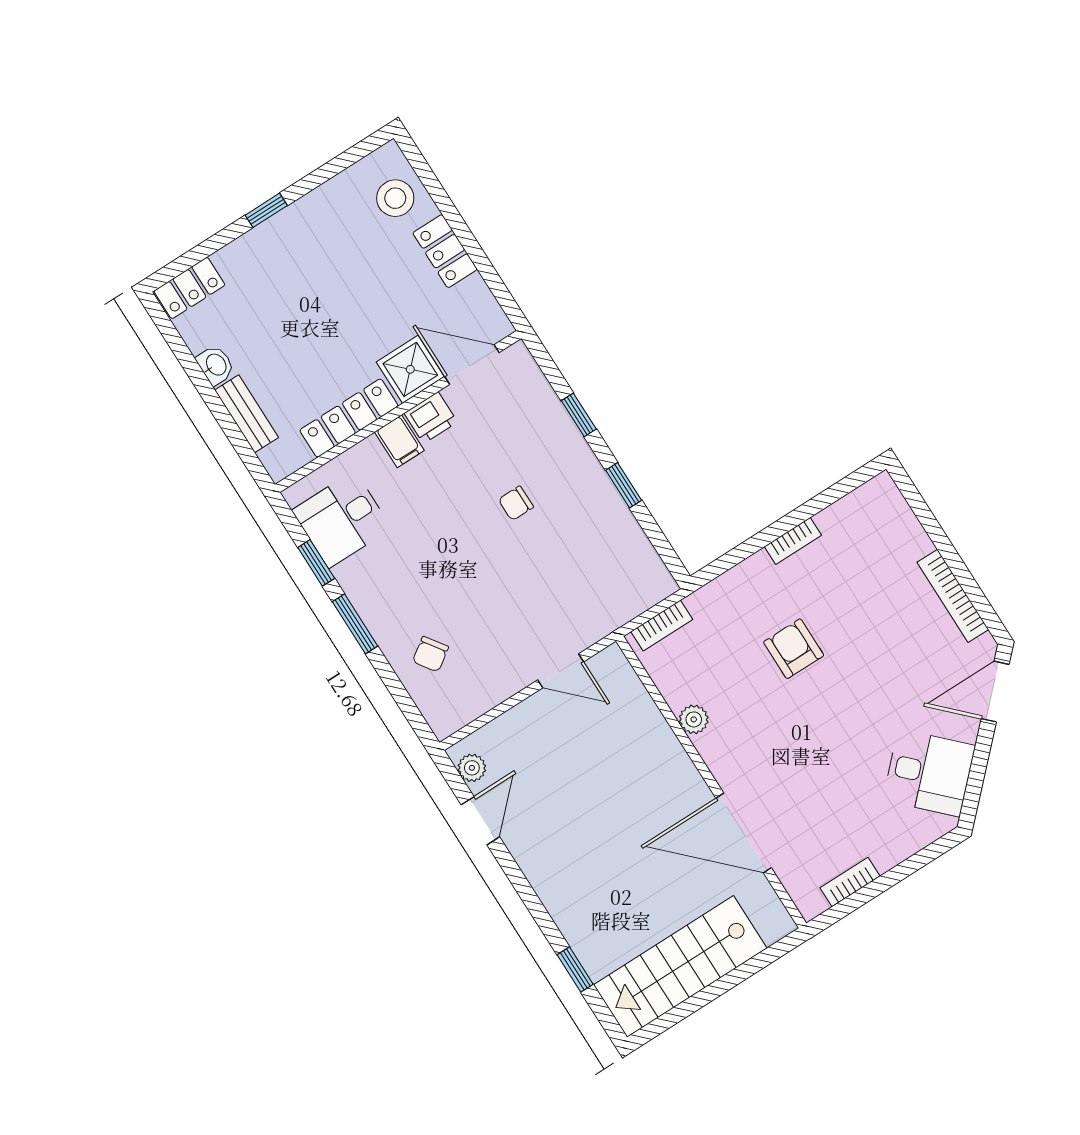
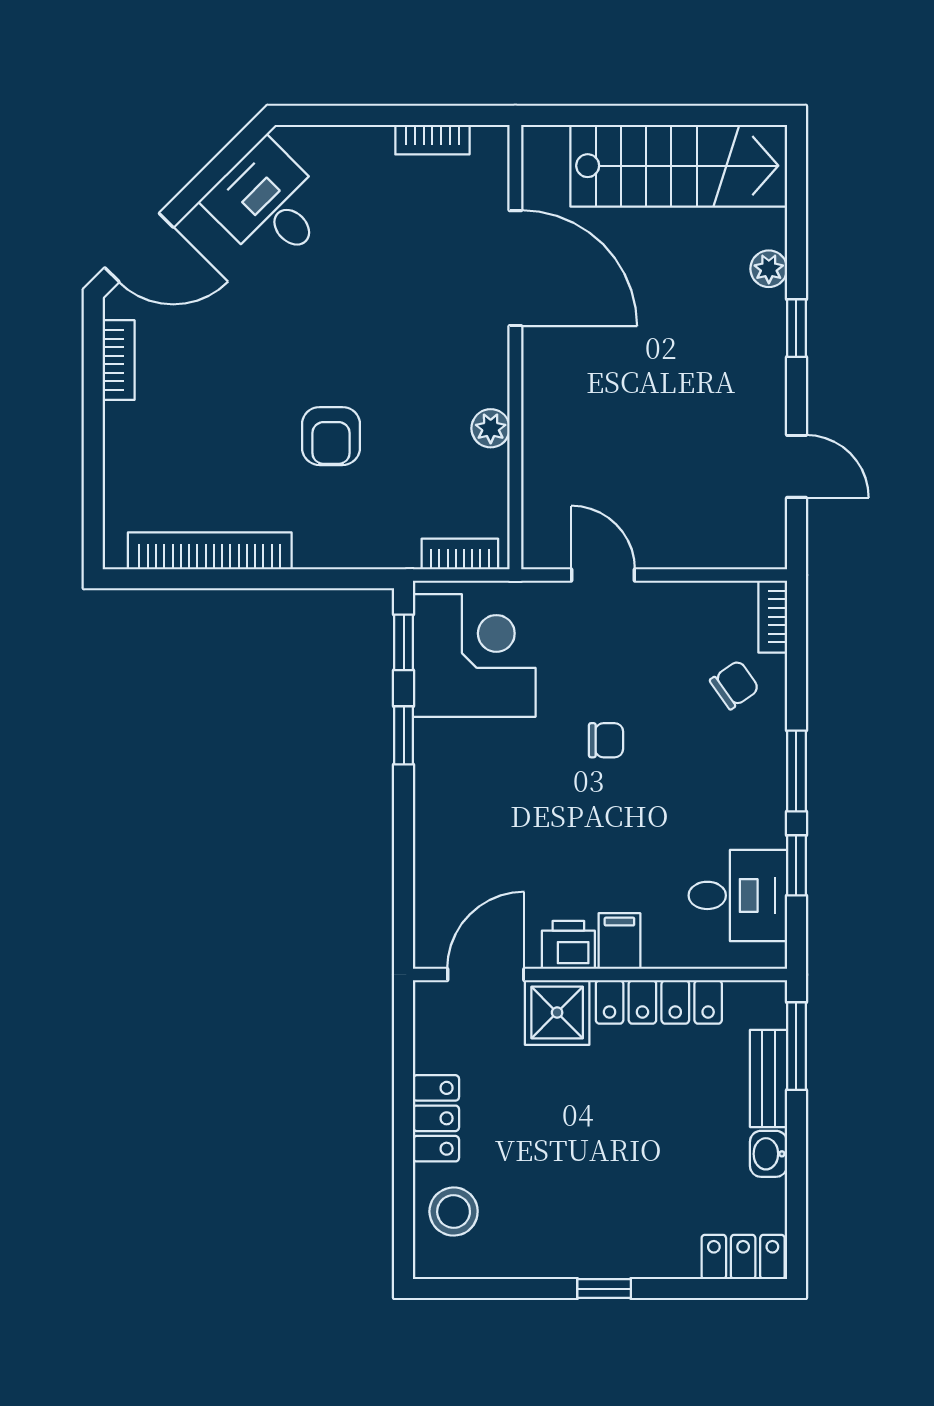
door: (472, 364) -> (486, 975), swing flipped
window: (579, 415) -> (404, 642), moved
window: (242, 446) -> (796, 1046), added
chair: (516, 503) -> (606, 740), moved
bookcase: (793, 541) -> (210, 551), width x2.31, depth x1.31
corner desk: (611, 566) -> (474, 656), added
bookcase: (953, 596) -> (119, 360), width x0.64
bookcase: (434, 714) -> (773, 617), added
plant: (472, 768) -> (769, 269), moved
door: (480, 821) -> (796, 466), swing flipped
window: (575, 969) -> (796, 328), moved

